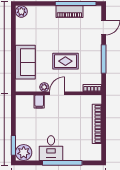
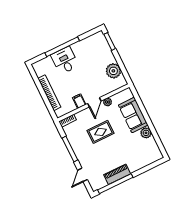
plant: (21, 12) -> (146, 133), moved
filing cabinet: (39, 102) -> (79, 101), moved
desk: (51, 148) -> (65, 60), moved
plant: (24, 152) -> (113, 71), moved

